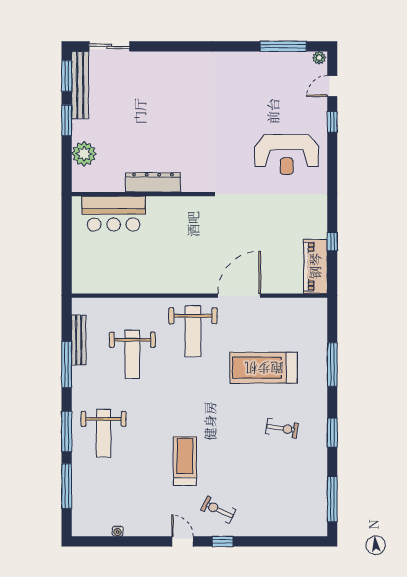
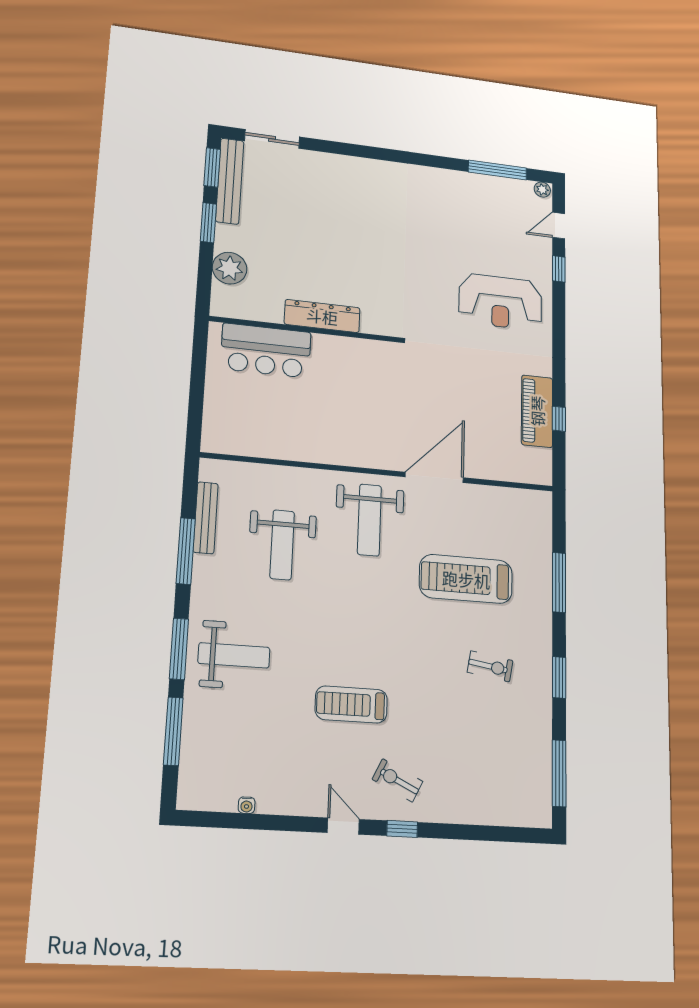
piano: (315, 266) -> (537, 411), moved
weight bench: (104, 433) -> (234, 655), turned -90
treadmill: (185, 461) -> (351, 704), turned -90

